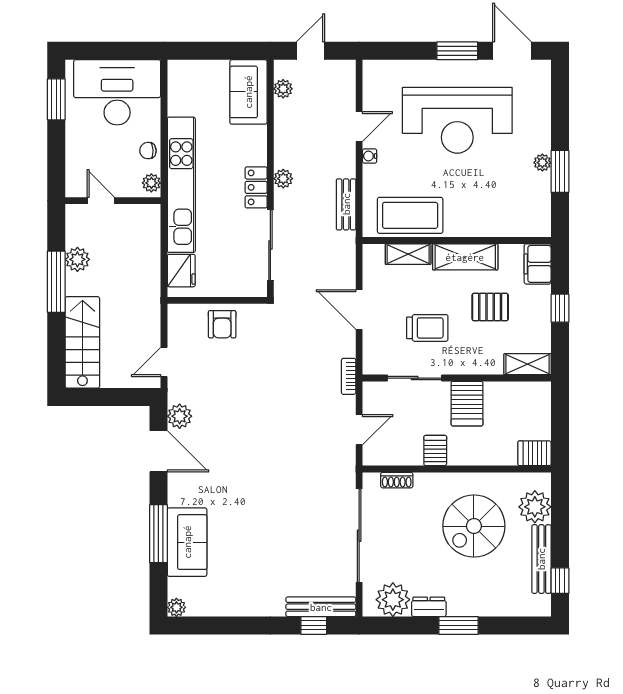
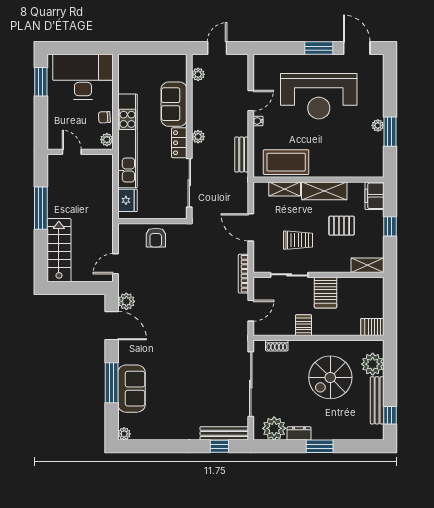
sofa: (248, 92) -> (174, 104), moved
plant: (77, 259) -> (55, 193), removed
bookcase: (349, 376) -> (243, 274), width x1.56

